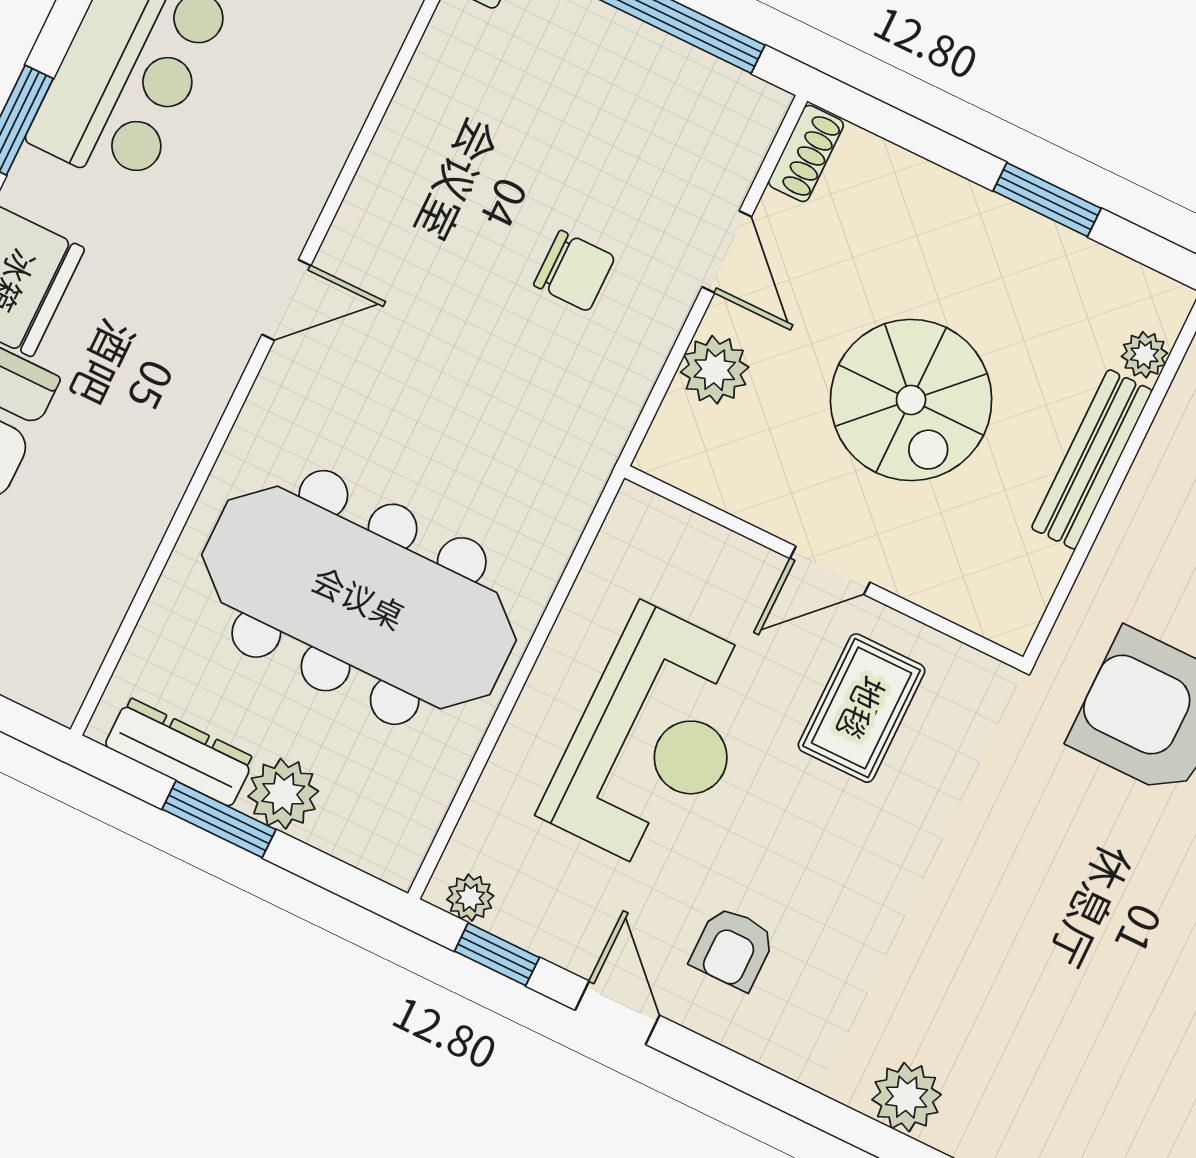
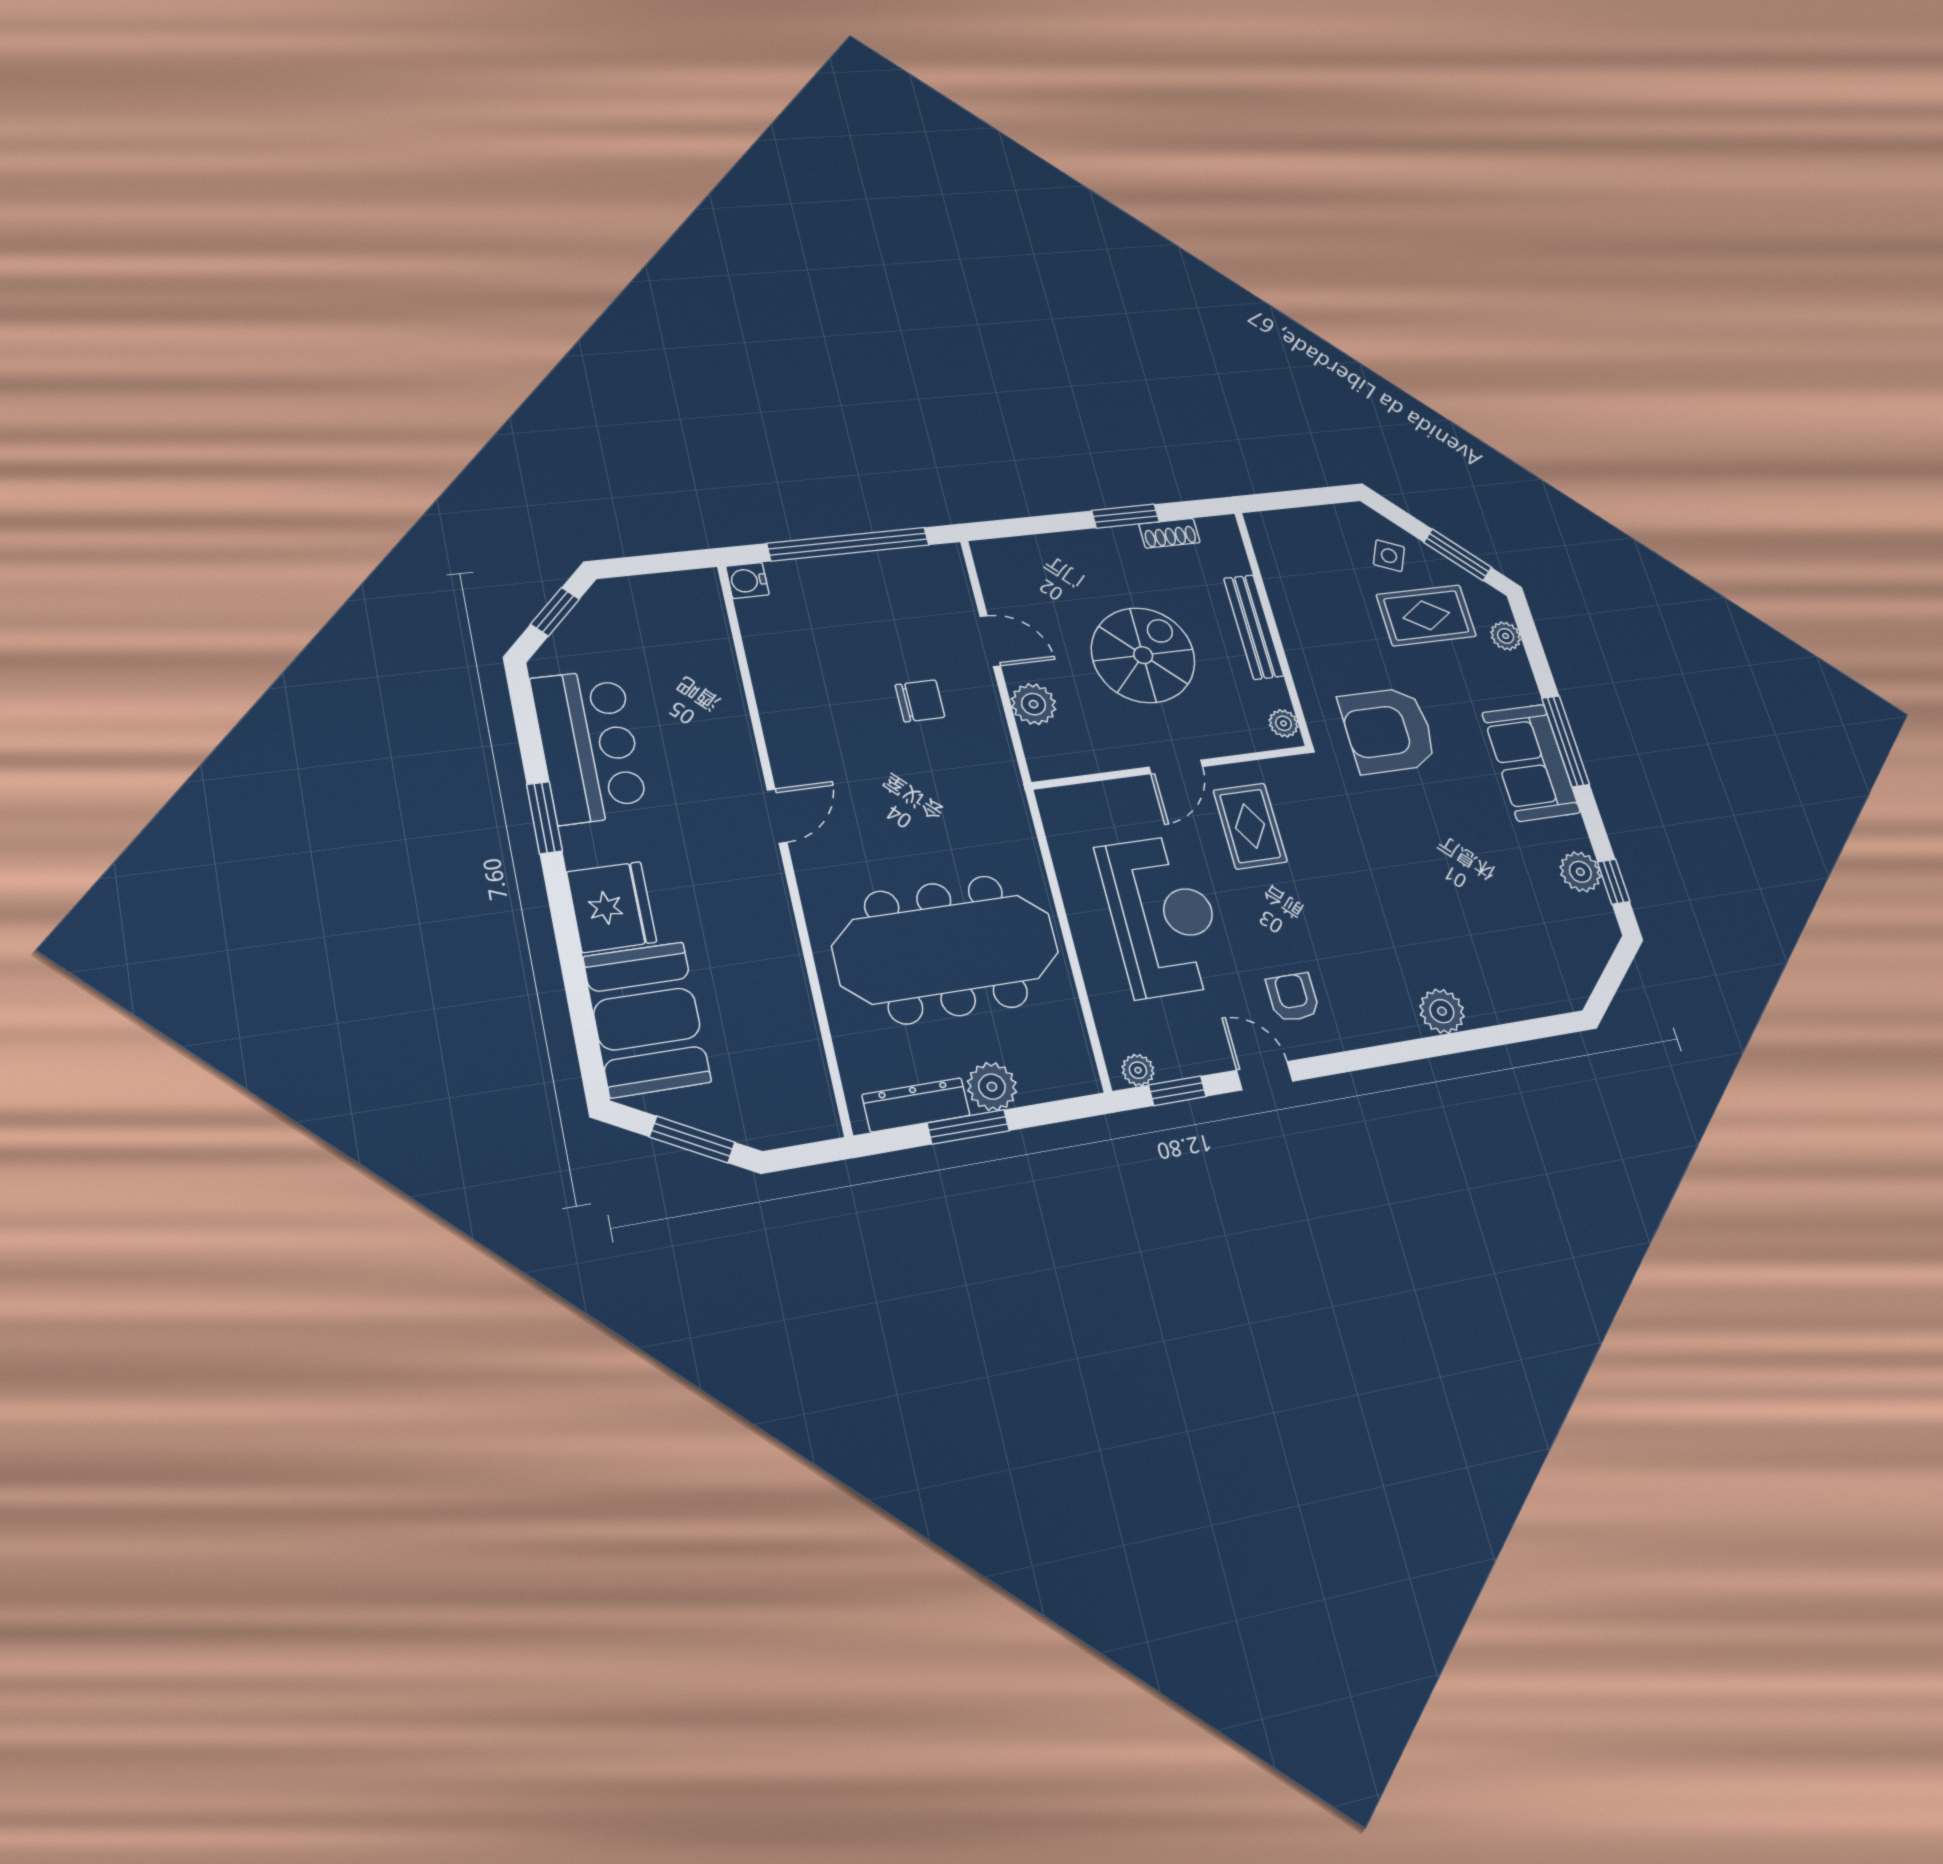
shoe rack: (806, 153) -> (1169, 533), moved, turned 90
plant: (1144, 355) -> (1284, 723), moved
spiral stairs: (911, 400) -> (1143, 655), turned -90
armchair: (733, 948) -> (1293, 997), turned 180

